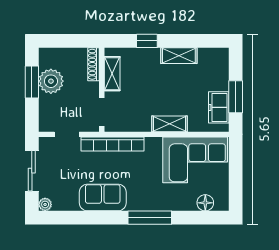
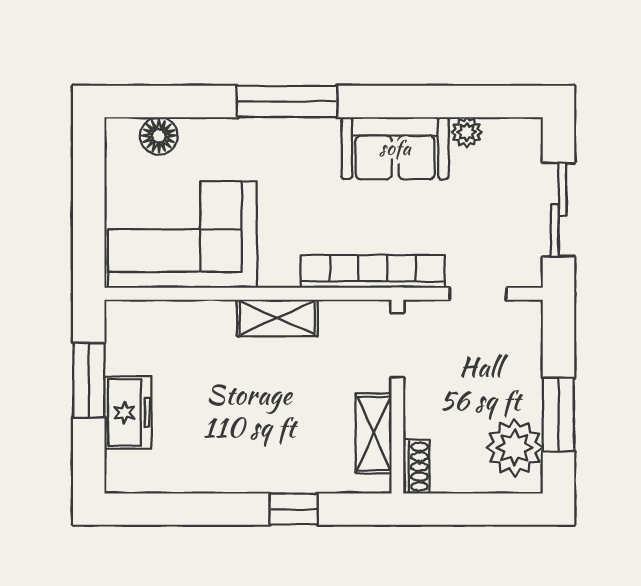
shelving: (179, 56) -> (220, 475), removed
shoe rack: (94, 64) -> (416, 467), width x0.70
plant: (51, 81) -> (515, 448), moved
freezer: (219, 107) -> (128, 413), moved
shelving: (170, 124) -> (277, 318), moved
plant: (45, 204) -> (467, 132), moved

